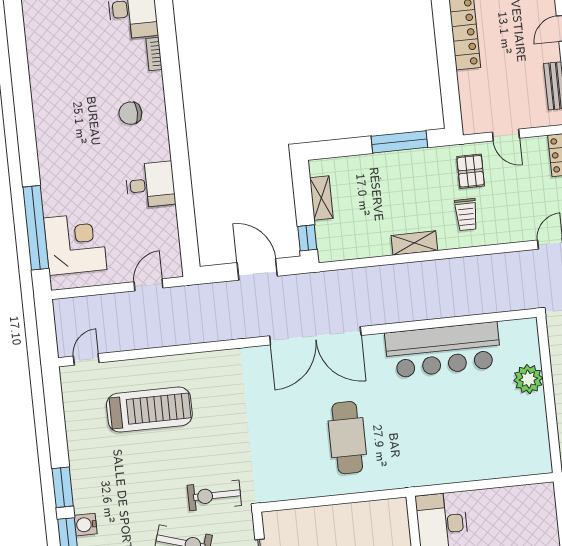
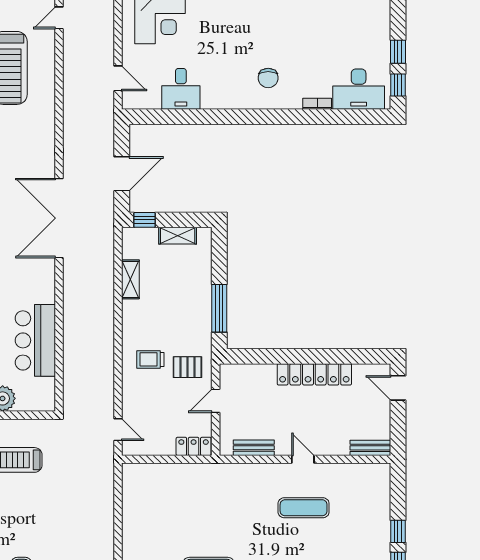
chair: (130, 113) -> (268, 78), turned 180
desk: (150, 185) -> (181, 89), moved
shelving: (414, 243) -> (130, 279), moved
bar counter: (443, 350) -> (35, 340), width x0.73
door: (86, 359) -> (59, 18), swing flipped

